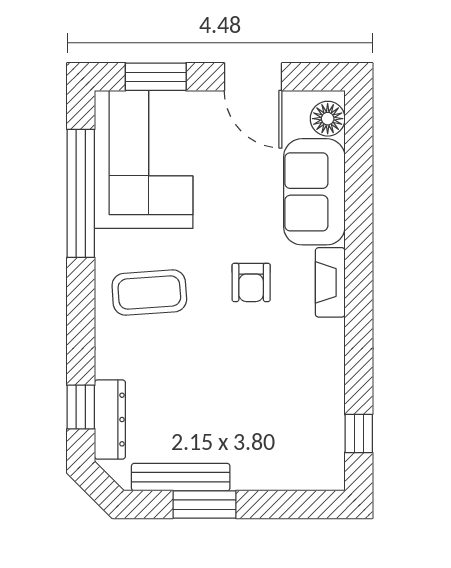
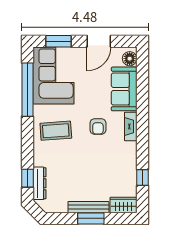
door: (253, 77) -> (99, 41), hinge flipped
window: (359, 433) -> (142, 178), moved
wardrobe: (313, 472) -> (123, 205), added
bench: (181, 477) -> (88, 207), moved
window: (205, 504) -> (91, 218), moved

